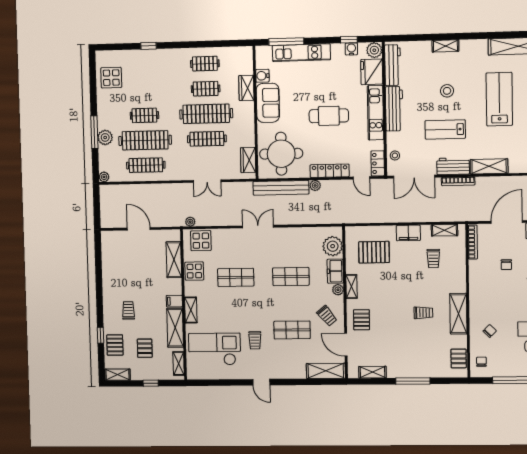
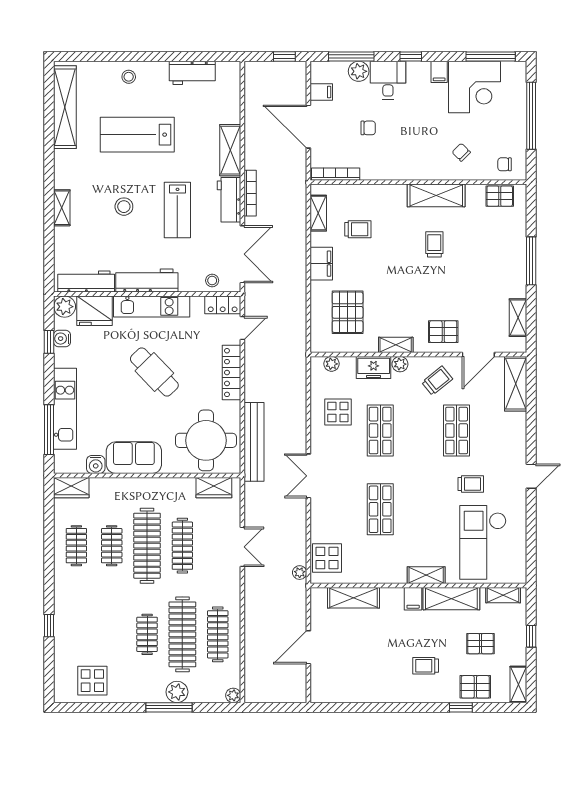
wardrobe: (246, 88) -> (71, 488), moved
cafe table: (329, 116) -> (154, 372), turned -44
plant: (315, 185) -> (252, 393), removed
plant: (333, 246) -> (332, 364), width x0.53, depth x0.53
display table: (194, 271) -> (338, 412), moved

